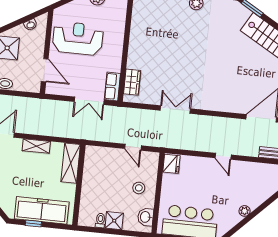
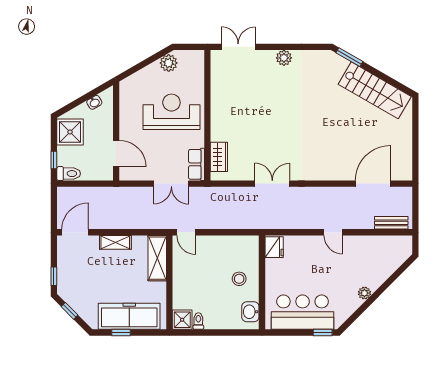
reception desk: (78, 38) -> (171, 112), moved
door: (133, 147) -> (186, 232), moved
shower: (114, 221) -> (182, 320), moved

